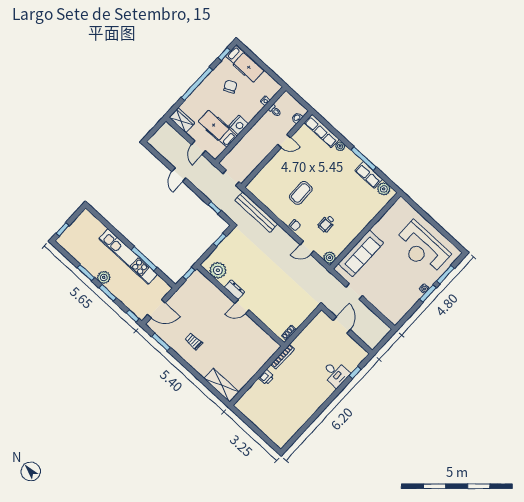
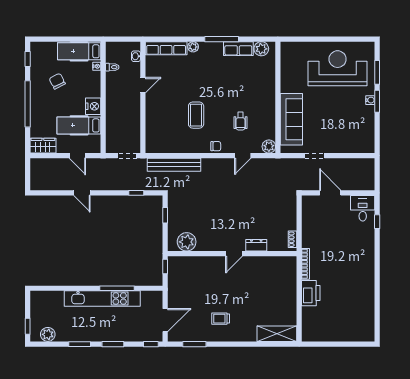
hospital bed: (245, 64) -> (79, 51), moved, turned 180
reception desk: (422, 248) -> (338, 68), turned 180
plant: (104, 277) -> (48, 334), moved
dresser: (234, 290) -> (256, 245), moved
desk: (335, 373) -> (363, 208), moved, turned -90
printer: (266, 377) -> (311, 293), width x1.87, depth x1.48

